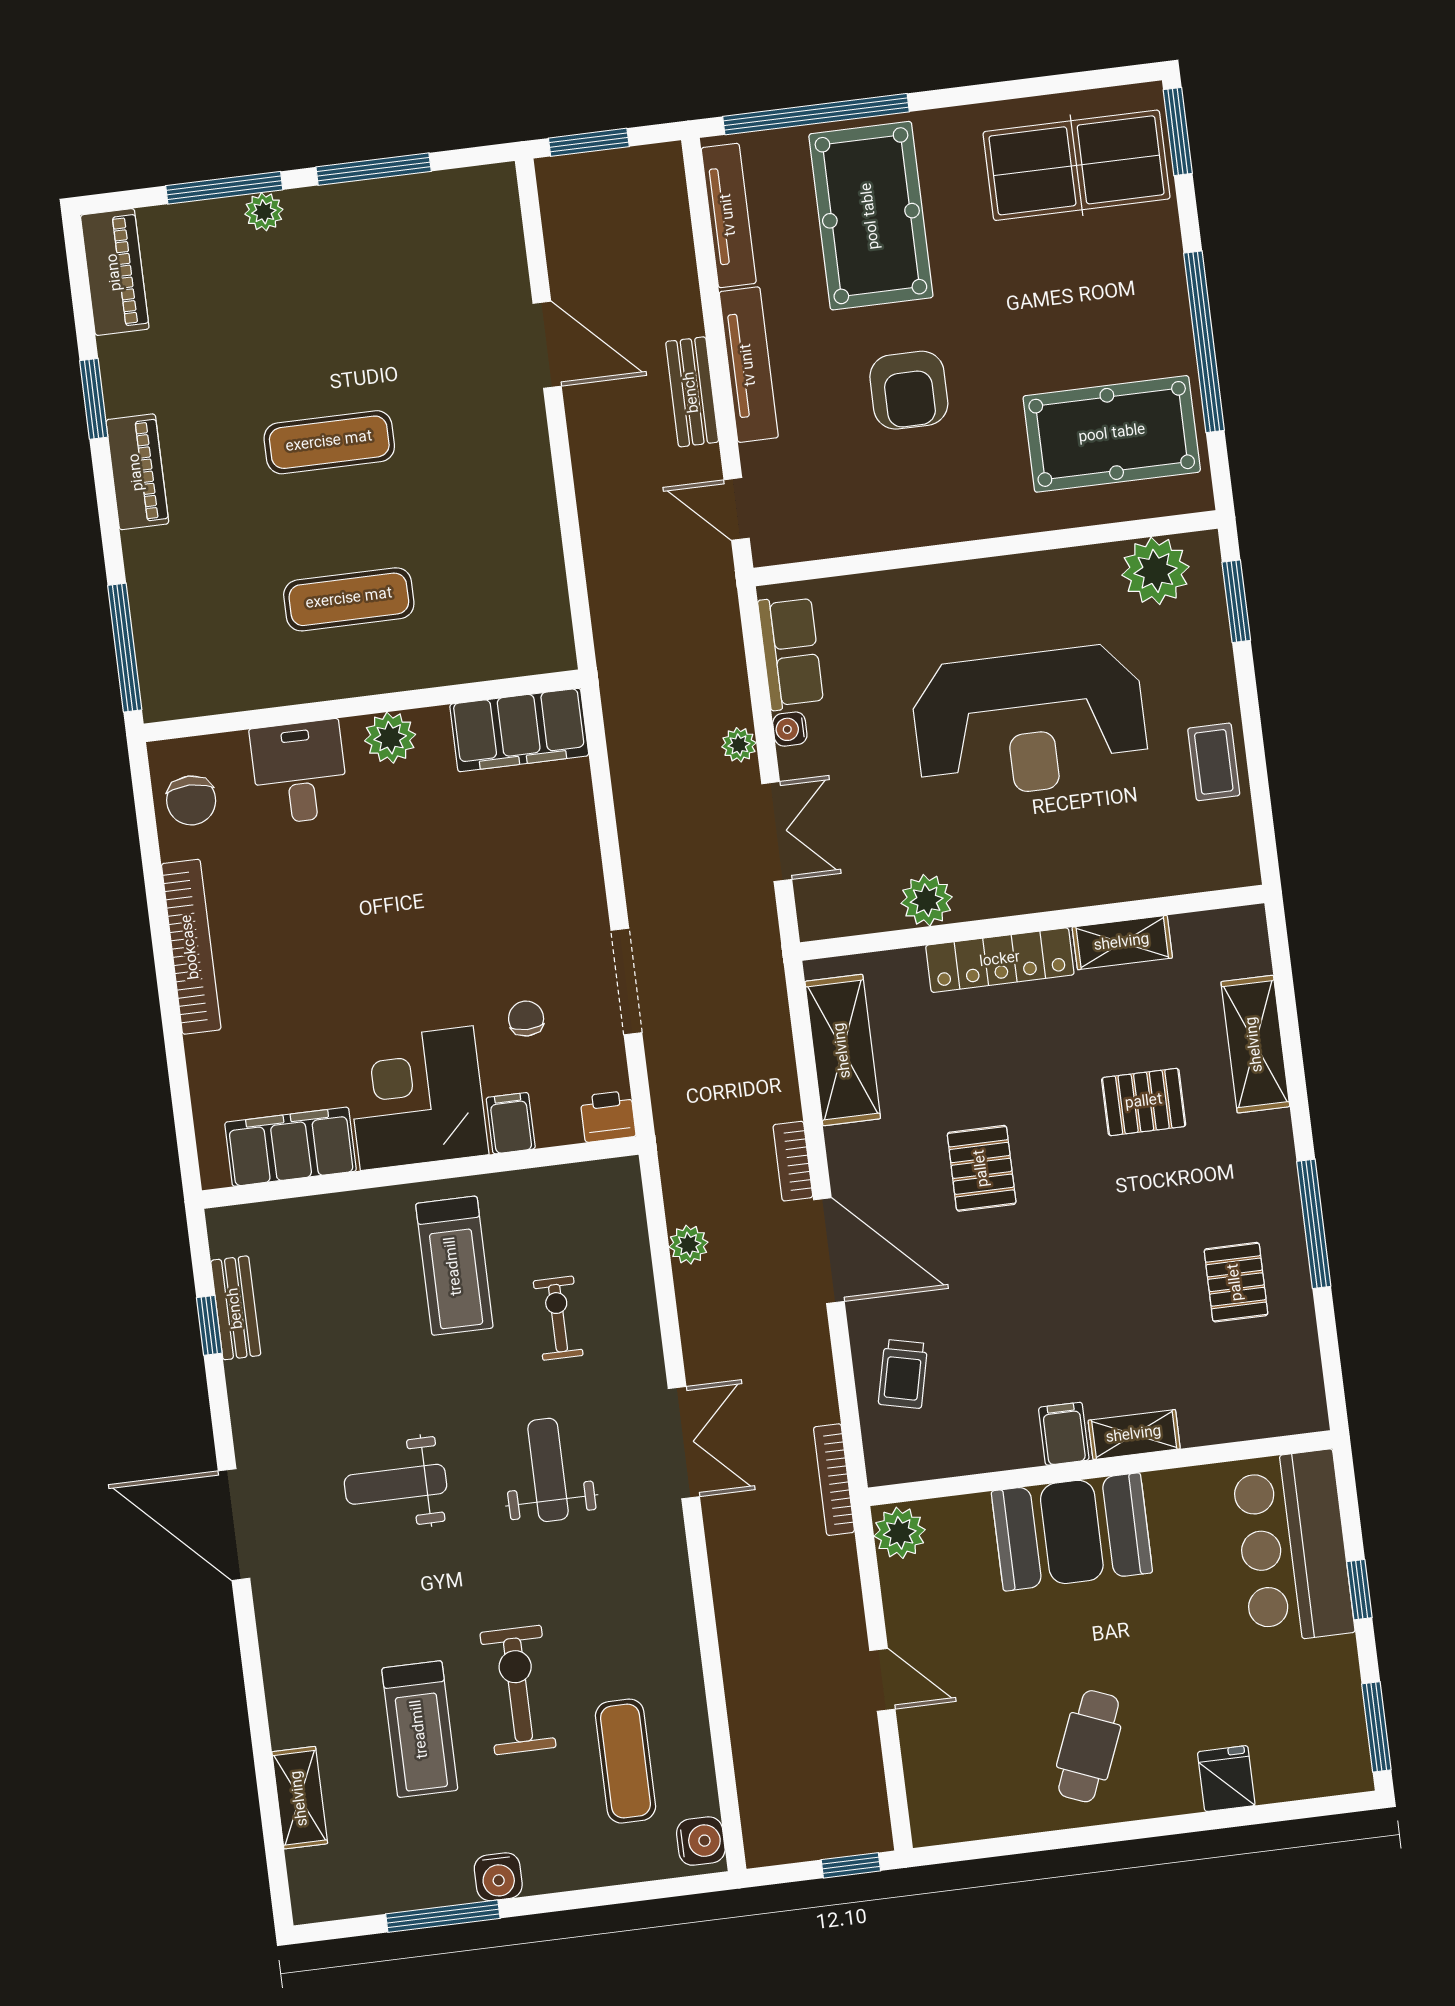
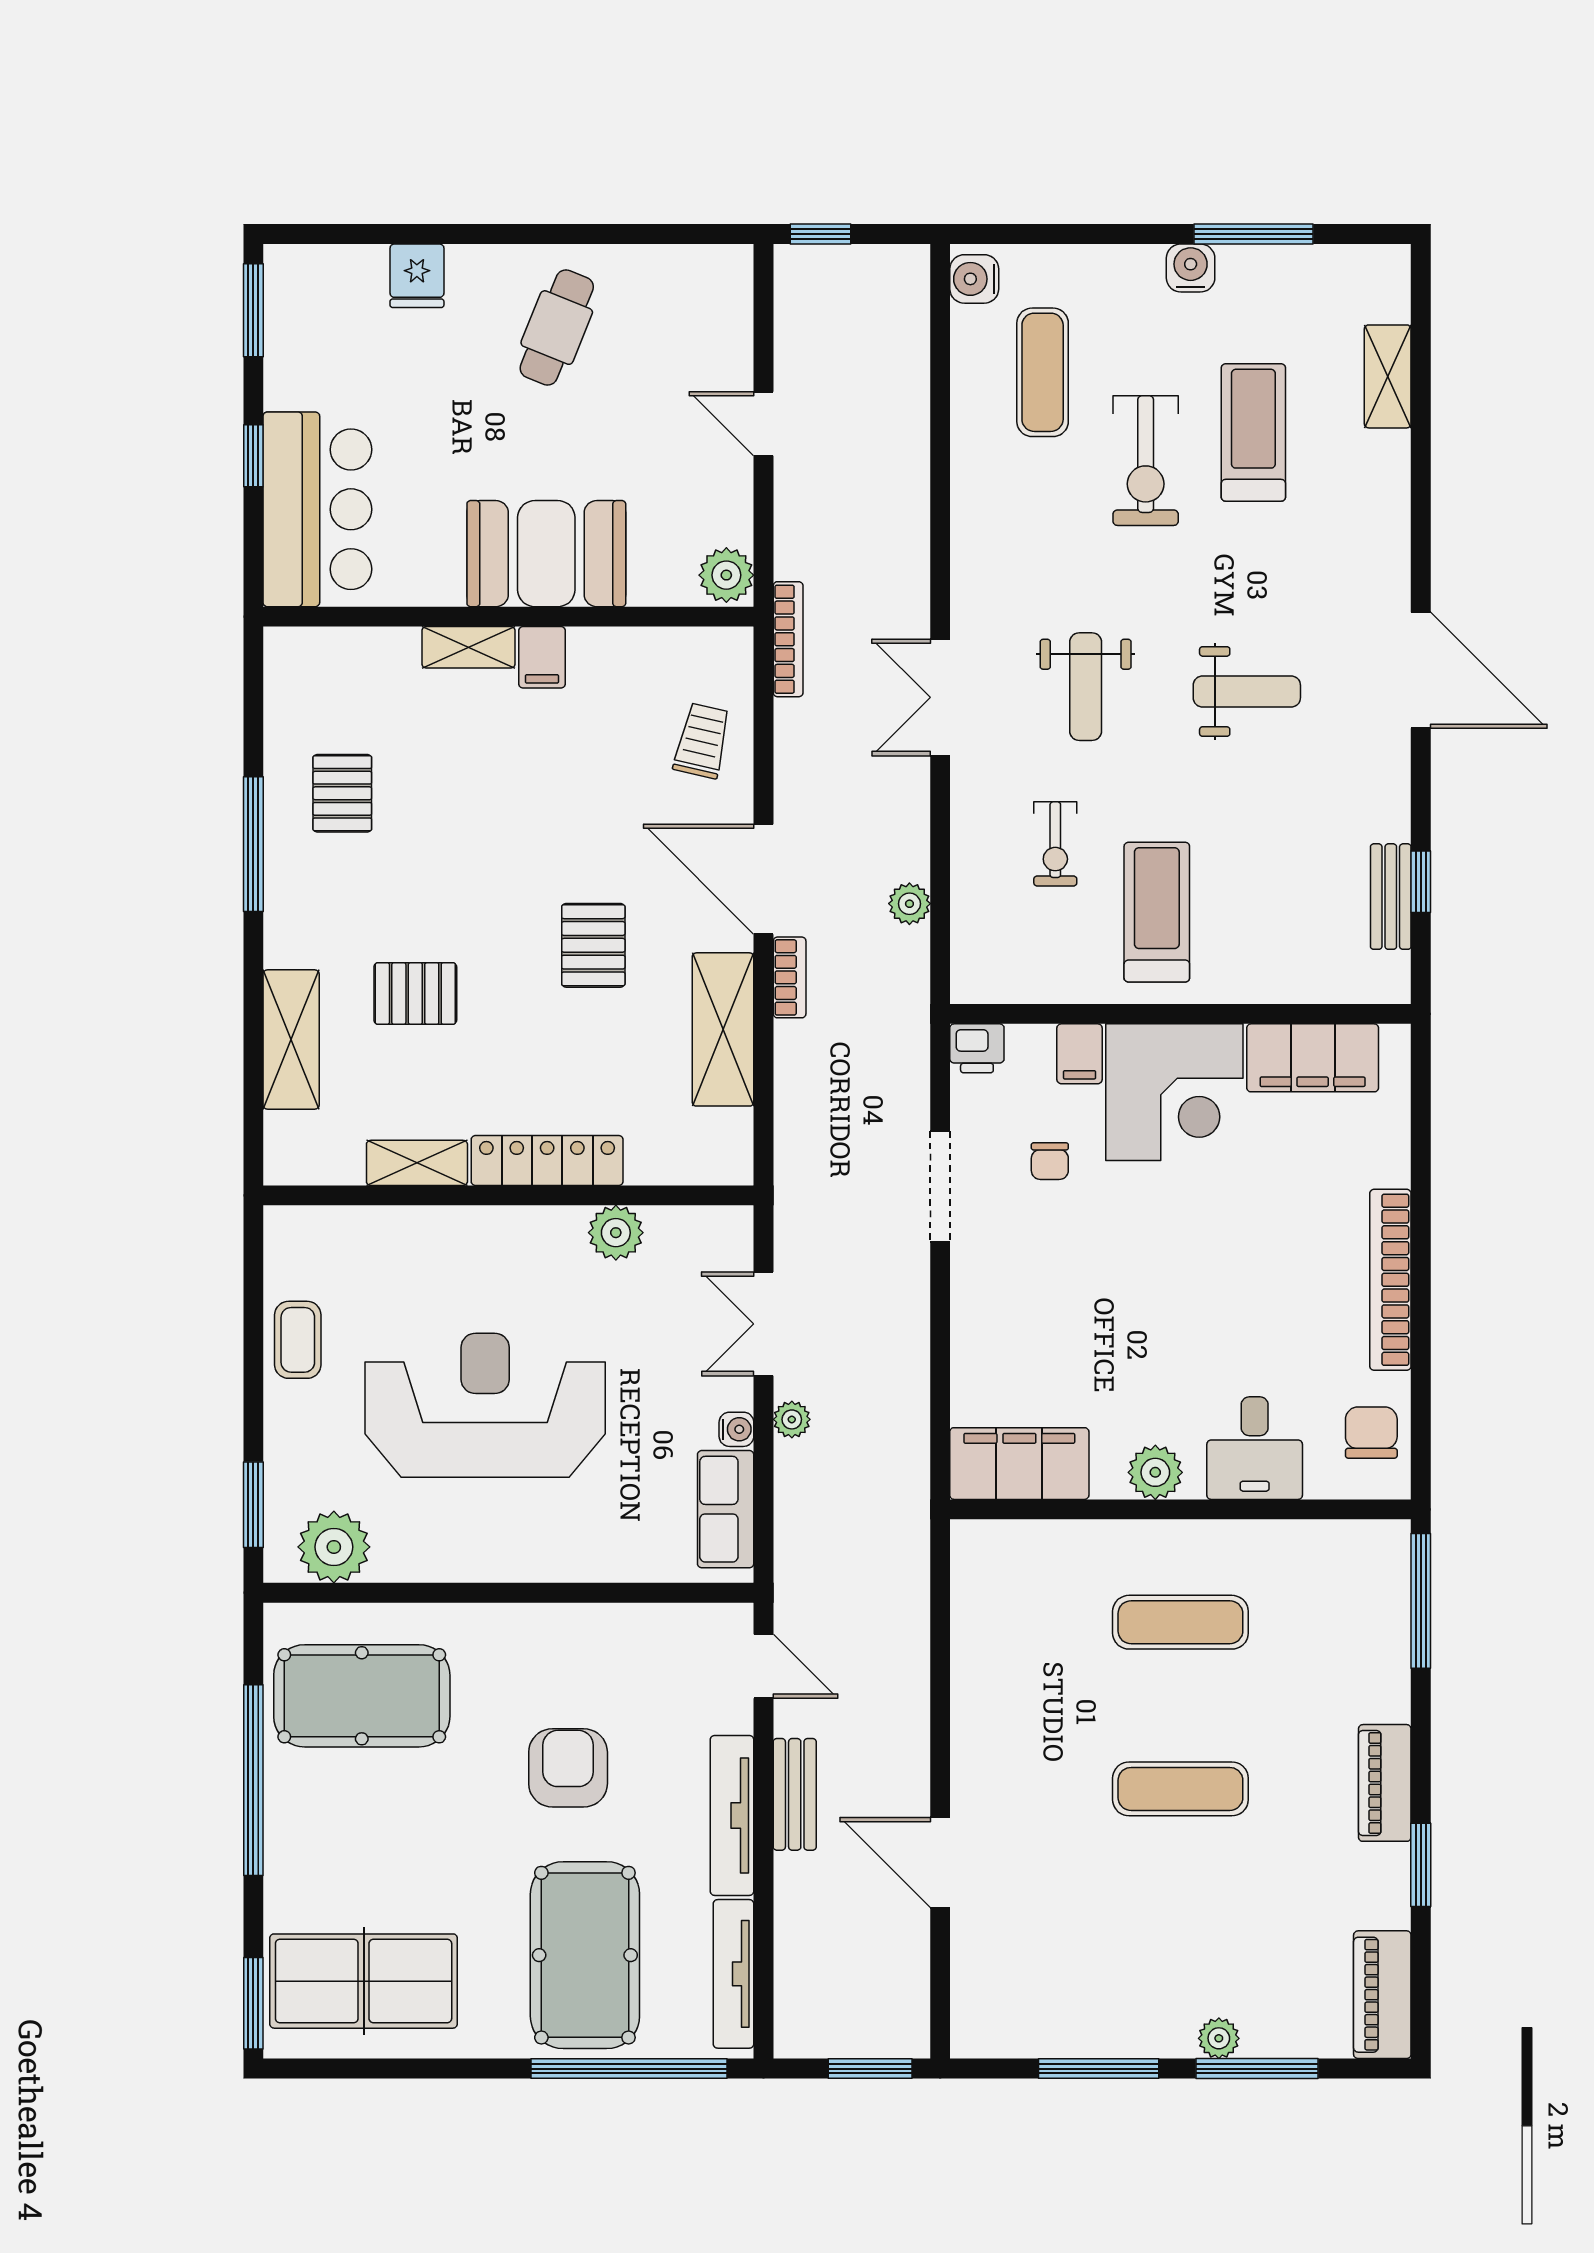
shelving: (843, 1050) -> (723, 1029), moved

